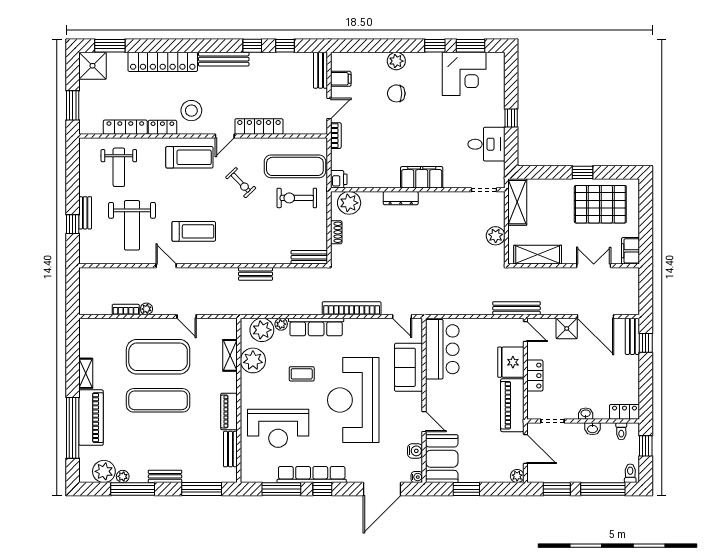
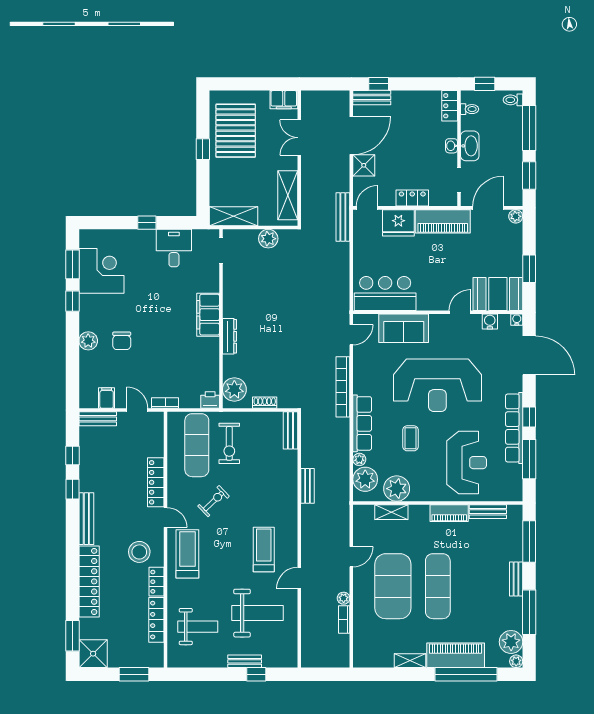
washbasin: (592, 429) -> (470, 146), width x1.91, depth x1.45
plant: (123, 476) -> (516, 661), moved

